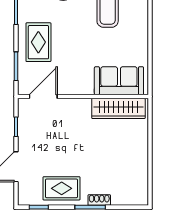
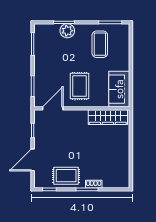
rug: (38, 42) -> (80, 86), moved
sofa: (119, 81) -> (119, 89), moved, turned -90

